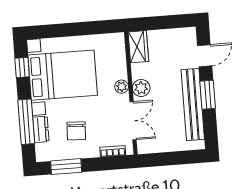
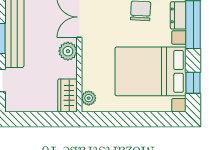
plant: (122, 87) -> (89, 98), moved

